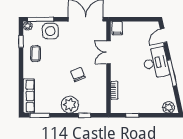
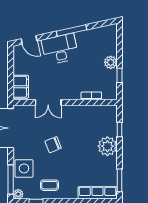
filing cabinet: (117, 28) -> (21, 87), width x2.00
chair: (78, 75) -> (53, 145), moved
plant: (168, 107) -> (111, 62), moved

